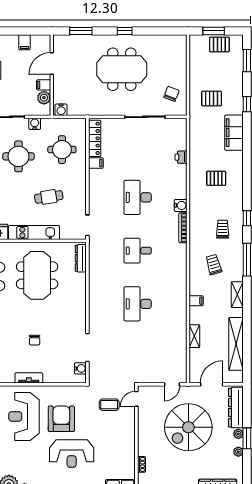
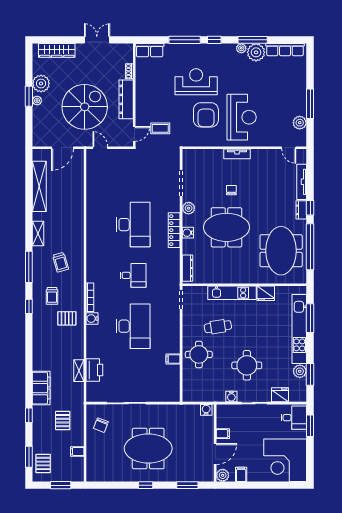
pallet: (219, 45) -> (43, 463), moved, turned 90
plant: (44, 98) -> (223, 475), moved
pallet: (212, 99) -> (63, 421), turned 90
locker: (95, 138) -> (174, 230), moved
round table: (62, 150) -> (199, 354), moved
printer: (181, 157) -> (94, 370), width x1.87, depth x1.48
pallet: (216, 178) -> (67, 318), moved
desk: (138, 197) -> (133, 326), width x1.36, depth x1.30
meeting table: (37, 275) -> (226, 227), moved, turned 90
filing cabinet: (196, 301) -> (77, 452), moved
desk: (138, 304) -> (133, 225), width x1.36, depth x1.30
plant: (80, 321) -> (189, 208), added
shelving: (194, 336) -> (79, 371), moved
water cooler: (80, 368) -> (188, 233), moved
door: (172, 384) -> (100, 148), hinge flipped
dresser: (236, 408) -> (126, 99), moved, turned 180
plant: (238, 452) -> (41, 83), width x1.87, depth x1.87

